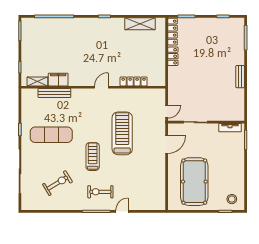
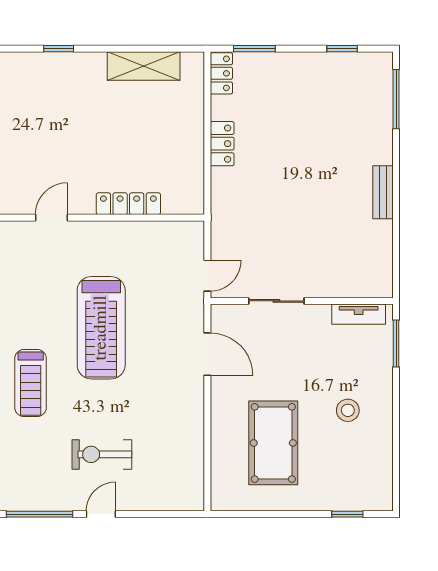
locker: (173, 32) -> (221, 73), width x0.66
treadmill: (122, 133) -> (101, 328), turned 180
door: (167, 144) -> (207, 354), hinge flipped
treadmill: (93, 156) -> (31, 383), turned 180
pool table: (194, 182) -> (273, 443), width x0.73, depth x0.76
exercise bike: (100, 192) -> (102, 454), moved
stool: (232, 199) -> (348, 410), moved

